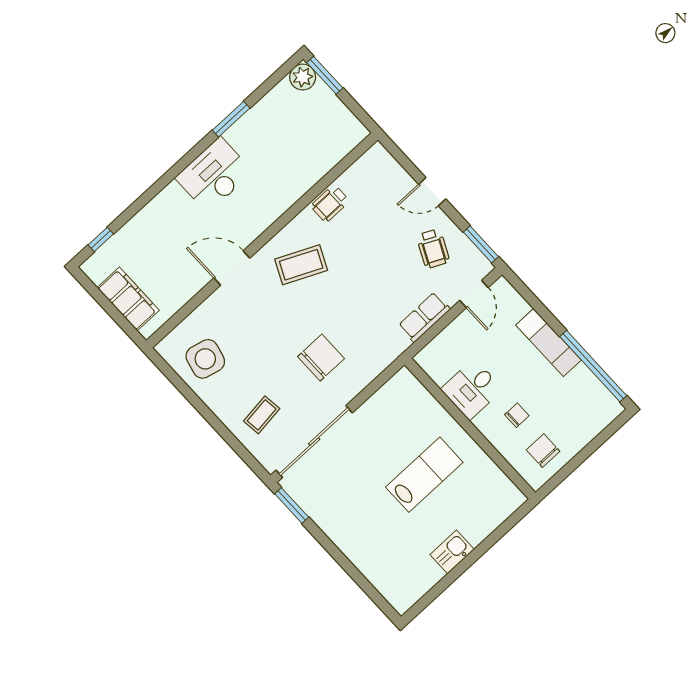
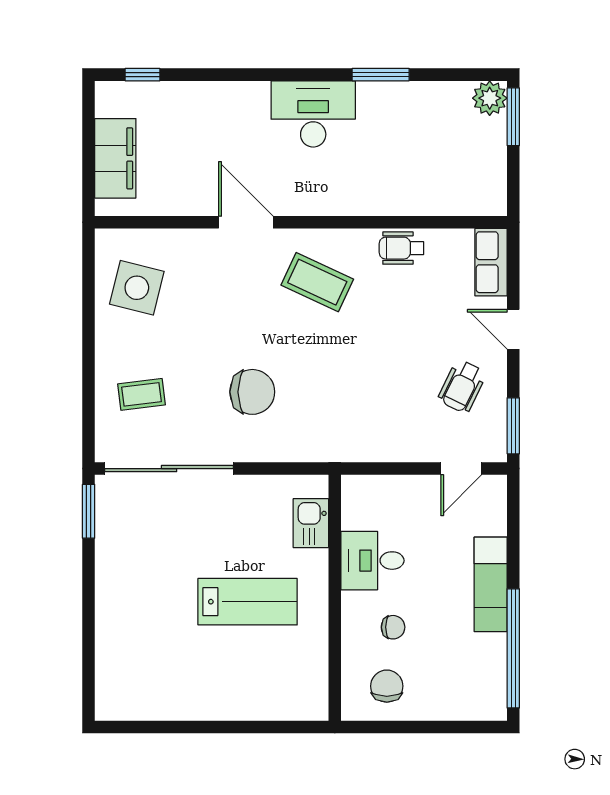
row of seats: (424, 317) -> (491, 262), moved, turned -90
kitchen sink: (452, 552) -> (311, 523), moved, turned -90

